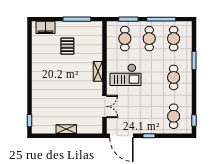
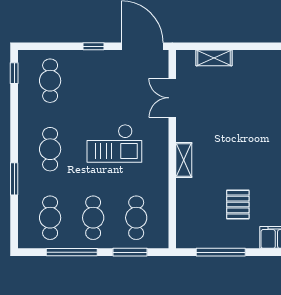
checkout: (126, 75) -> (114, 143), moved, turned 180
shelving: (66, 129) -> (214, 58), moved

